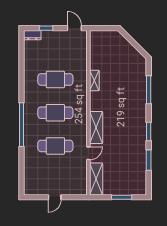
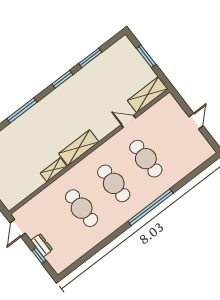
dresser: (32, 35) -> (42, 245), moved
shelving: (96, 128) -> (79, 148), moved
door: (55, 197) -> (196, 121), hinge flipped

